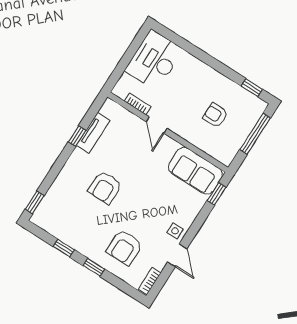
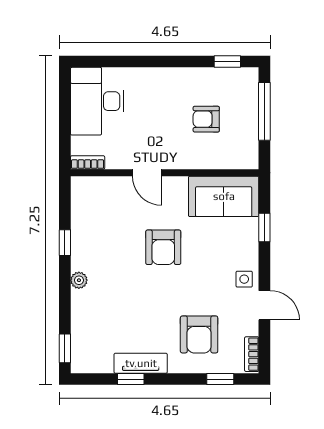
bookcase: (138, 104) -> (88, 162), moved
tv unit: (93, 133) -> (141, 363), moved, turned -90
plant: (71, 165) -> (79, 280), added
armchair: (105, 187) -> (163, 247), moved
window: (217, 194) -> (264, 228), moved
window: (94, 267) -> (220, 379), moved

